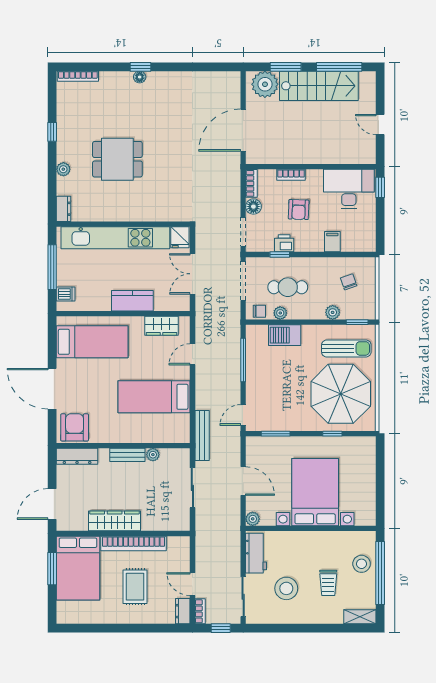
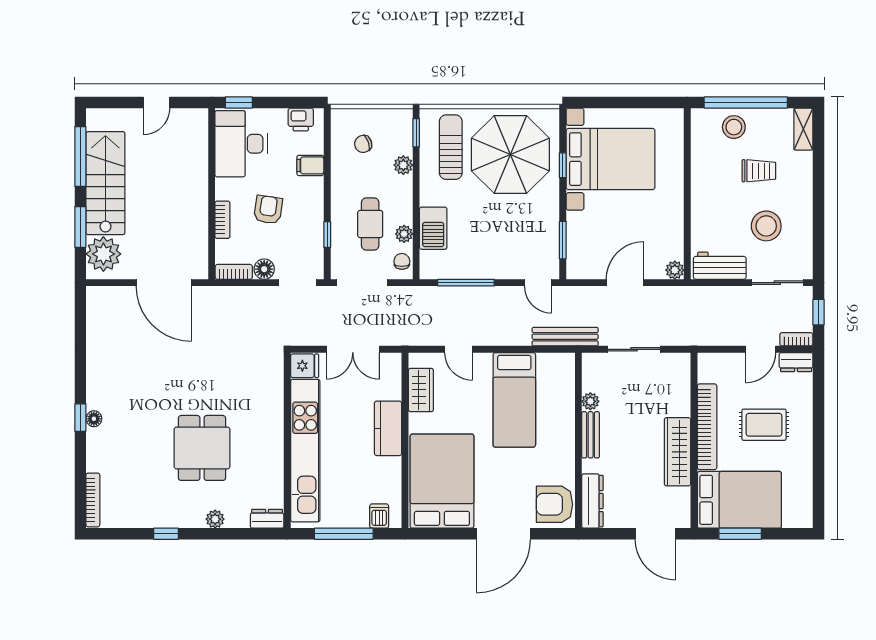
armchair: (299, 210) -> (268, 210), turned -84
printer: (284, 243) -> (301, 120), moved, turned -90
bed: (92, 342) -> (442, 481), width x1.50
bed with nightstands: (315, 492) -> (610, 159), moved, turned 180

